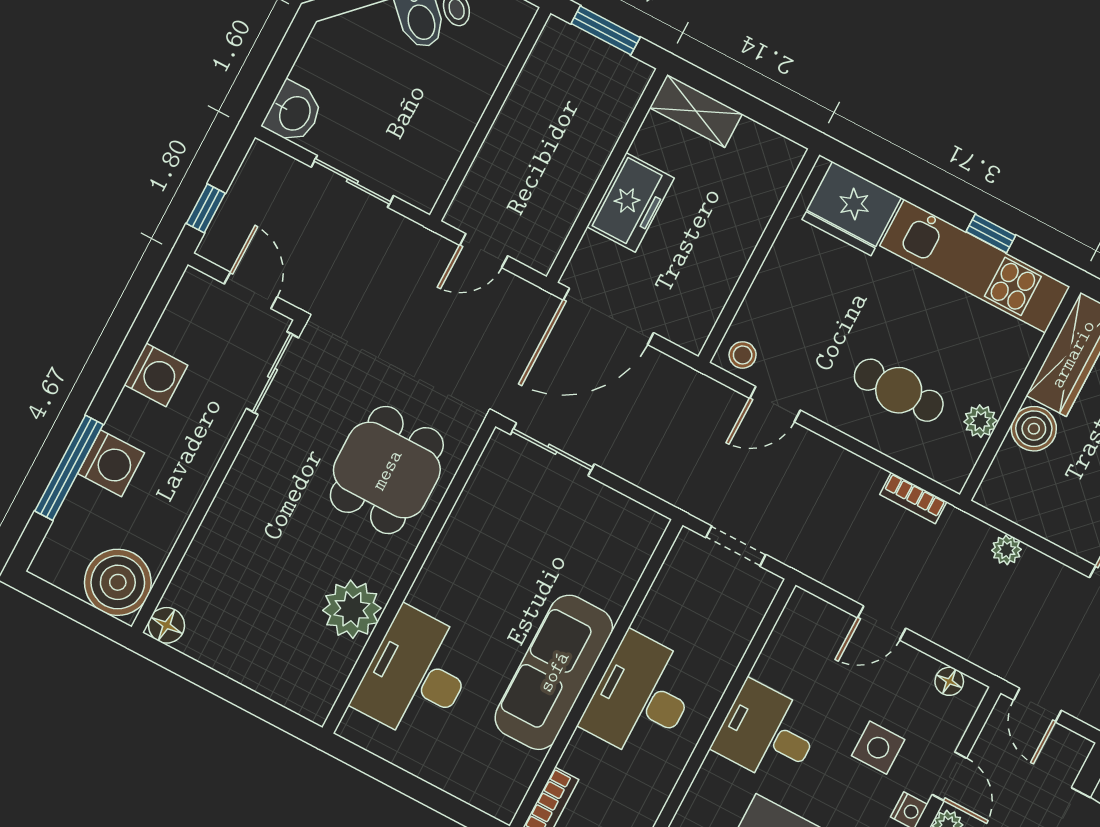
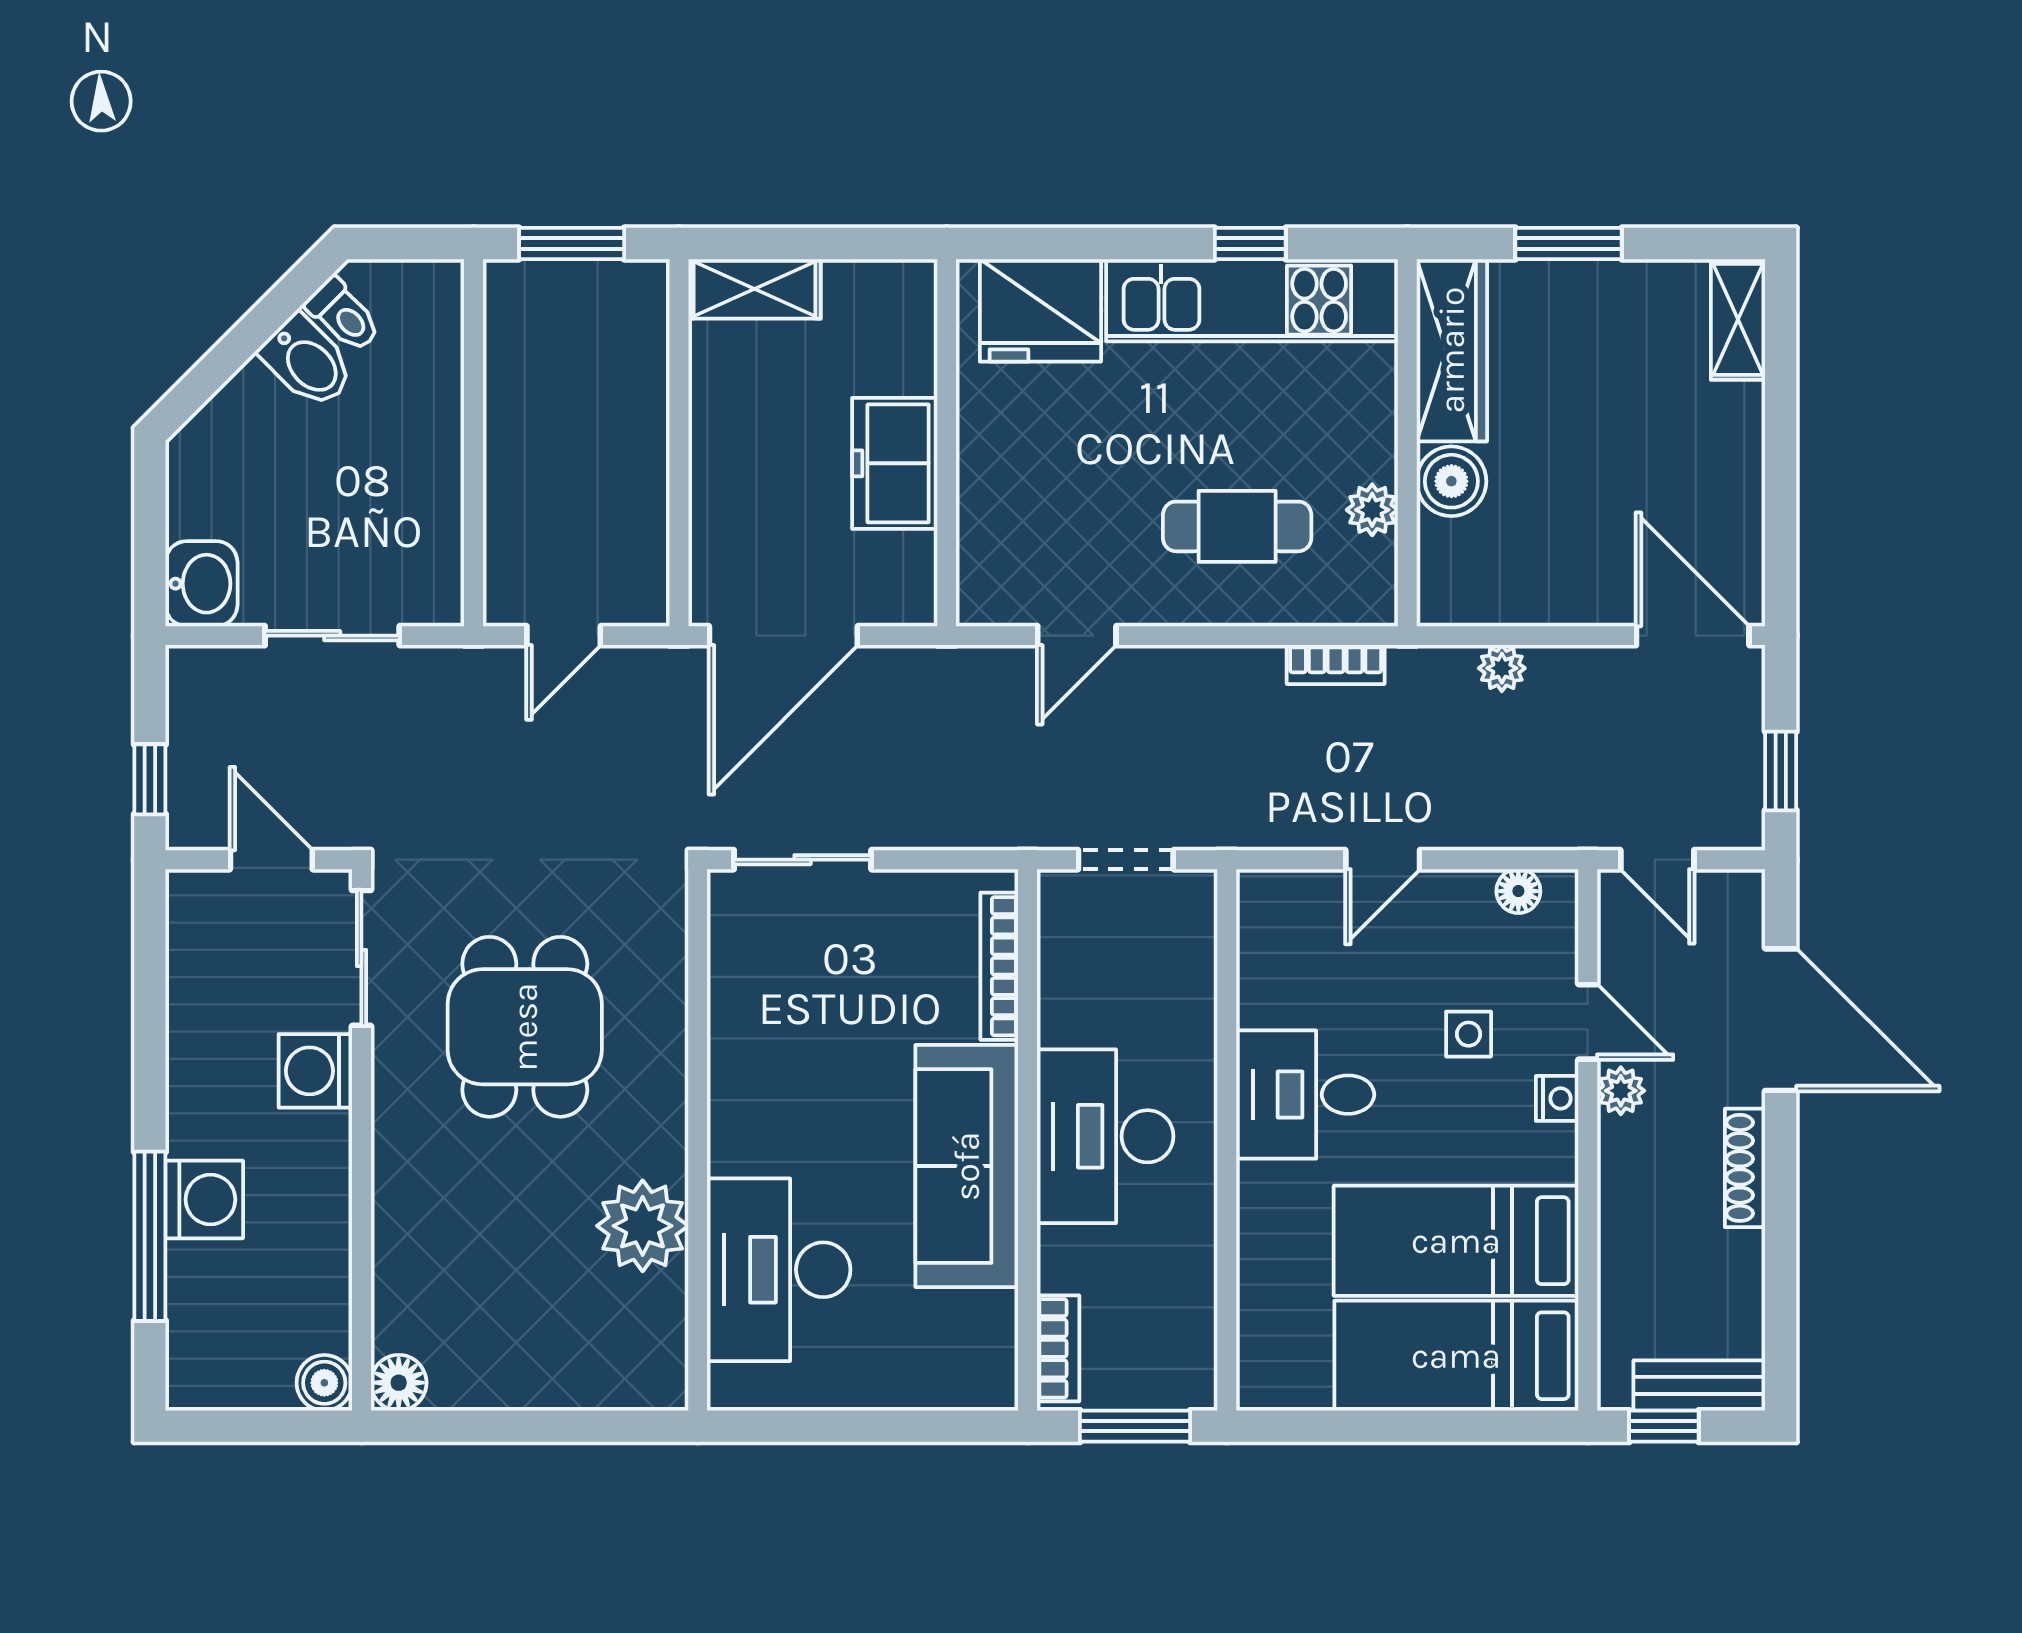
freezer: (630, 202) -> (895, 463), moved, turned 180
stool: (743, 355) -> (996, 591), removed
washing machine: (156, 375) -> (315, 1071), moved, turned 180
dining table: (387, 470) -> (525, 1027), moved
bookcase: (632, 569) -> (999, 966), added
boiler: (118, 582) -> (324, 1383), width x0.54, depth x0.54
side table: (878, 748) -> (1469, 1034), width x0.73, depth x0.73

